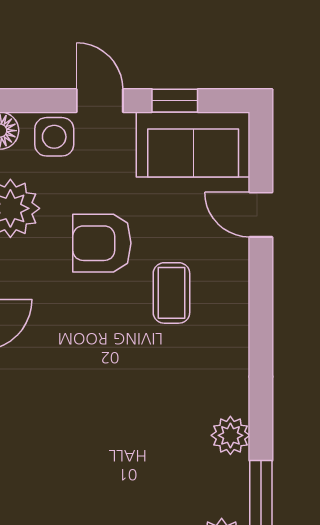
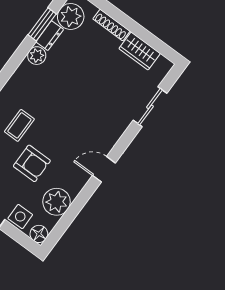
dresser: (234, 486) -> (50, 36), added

